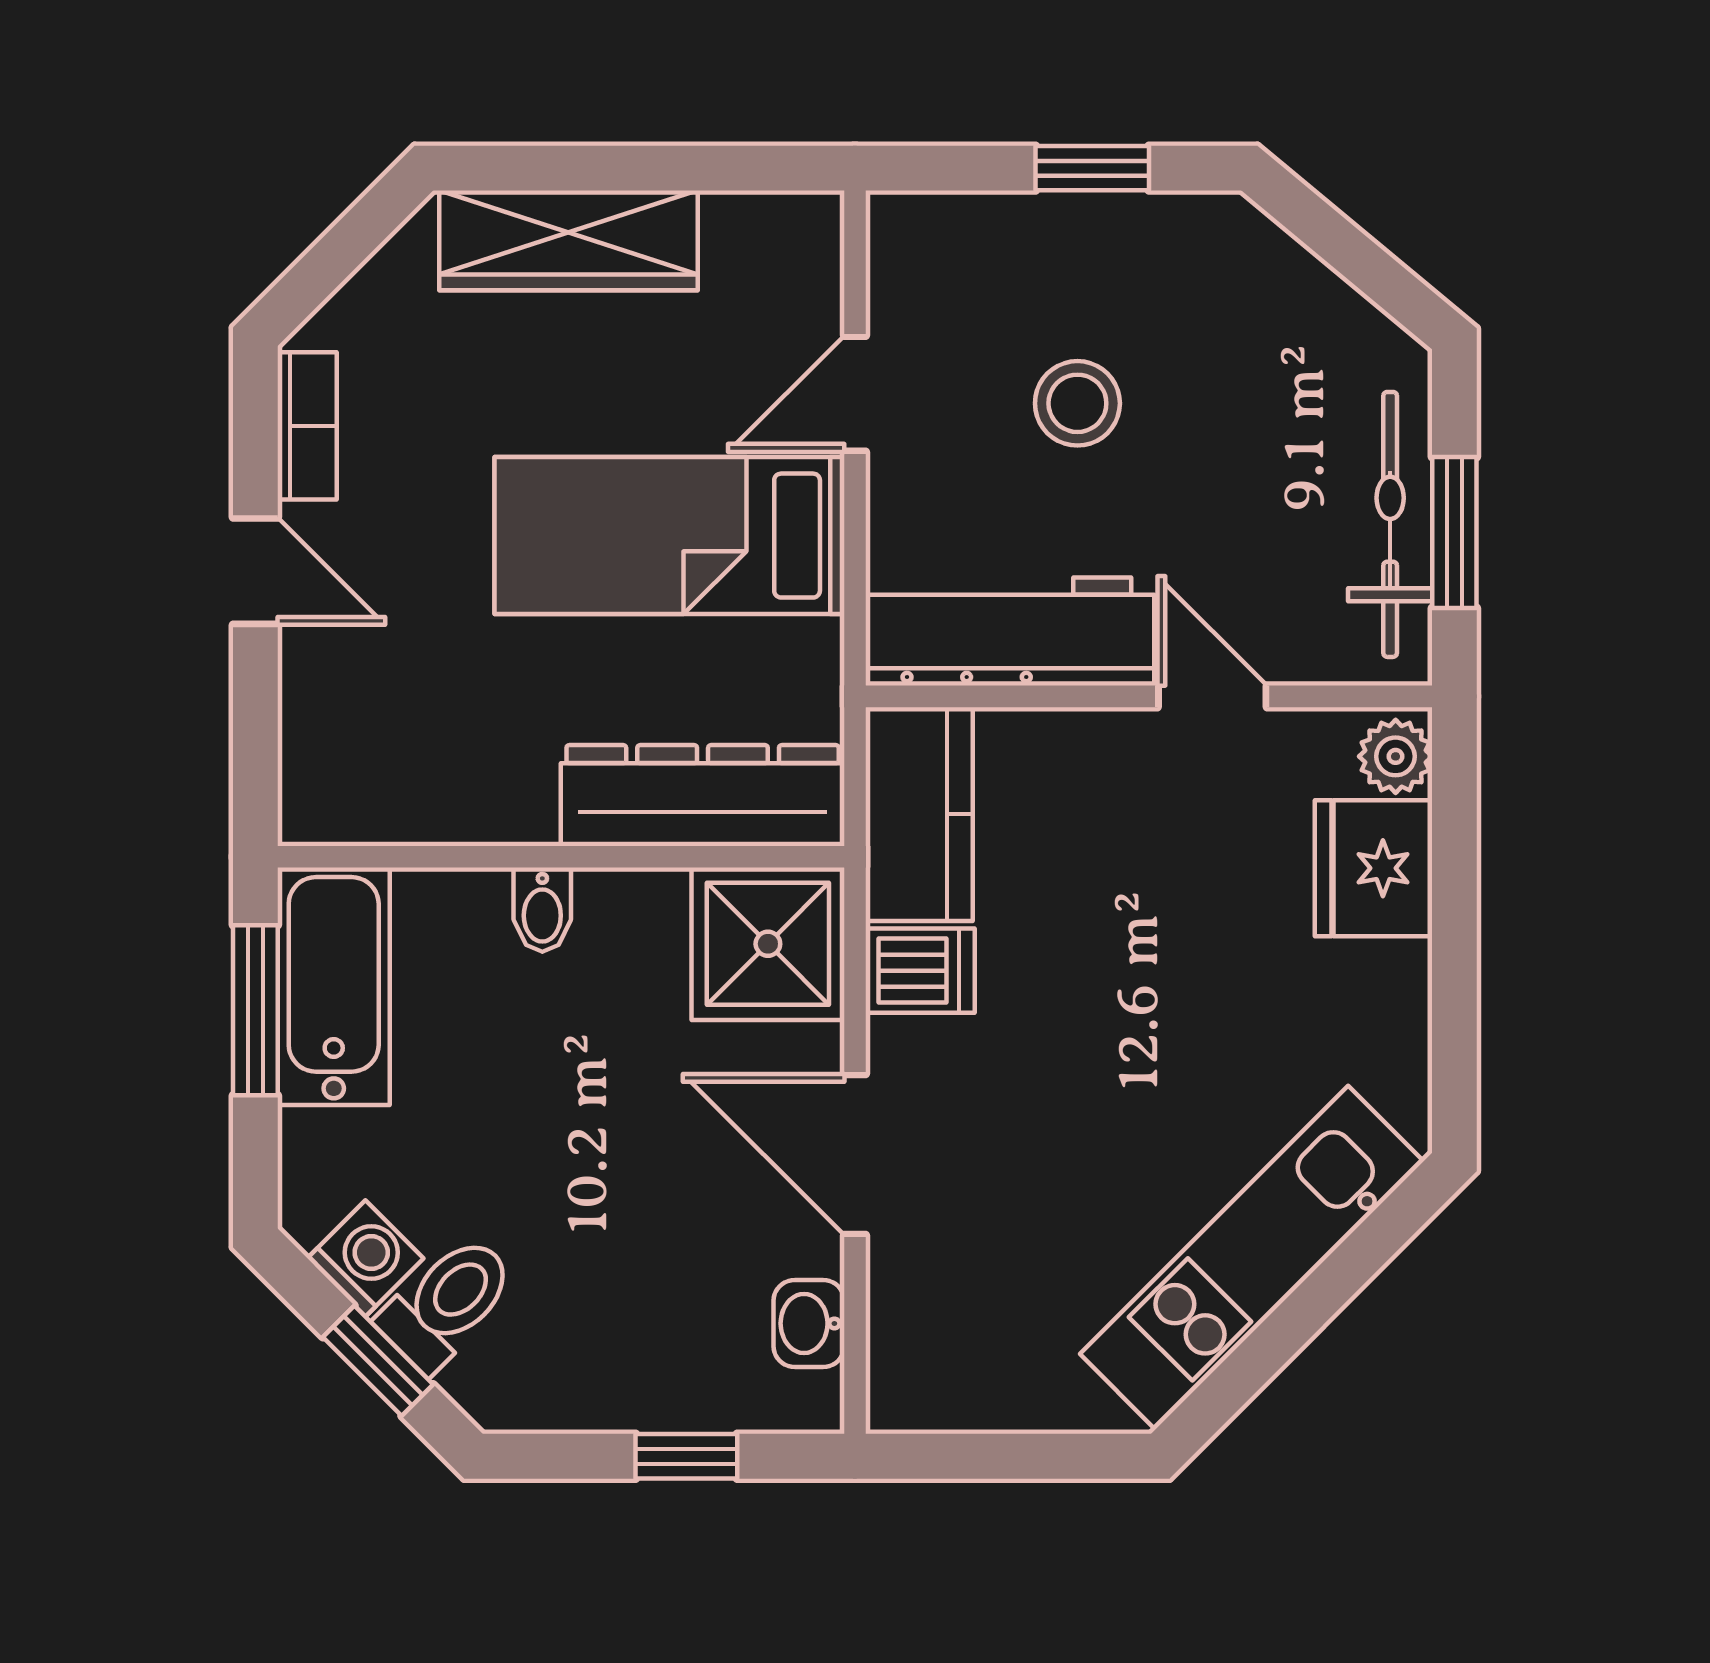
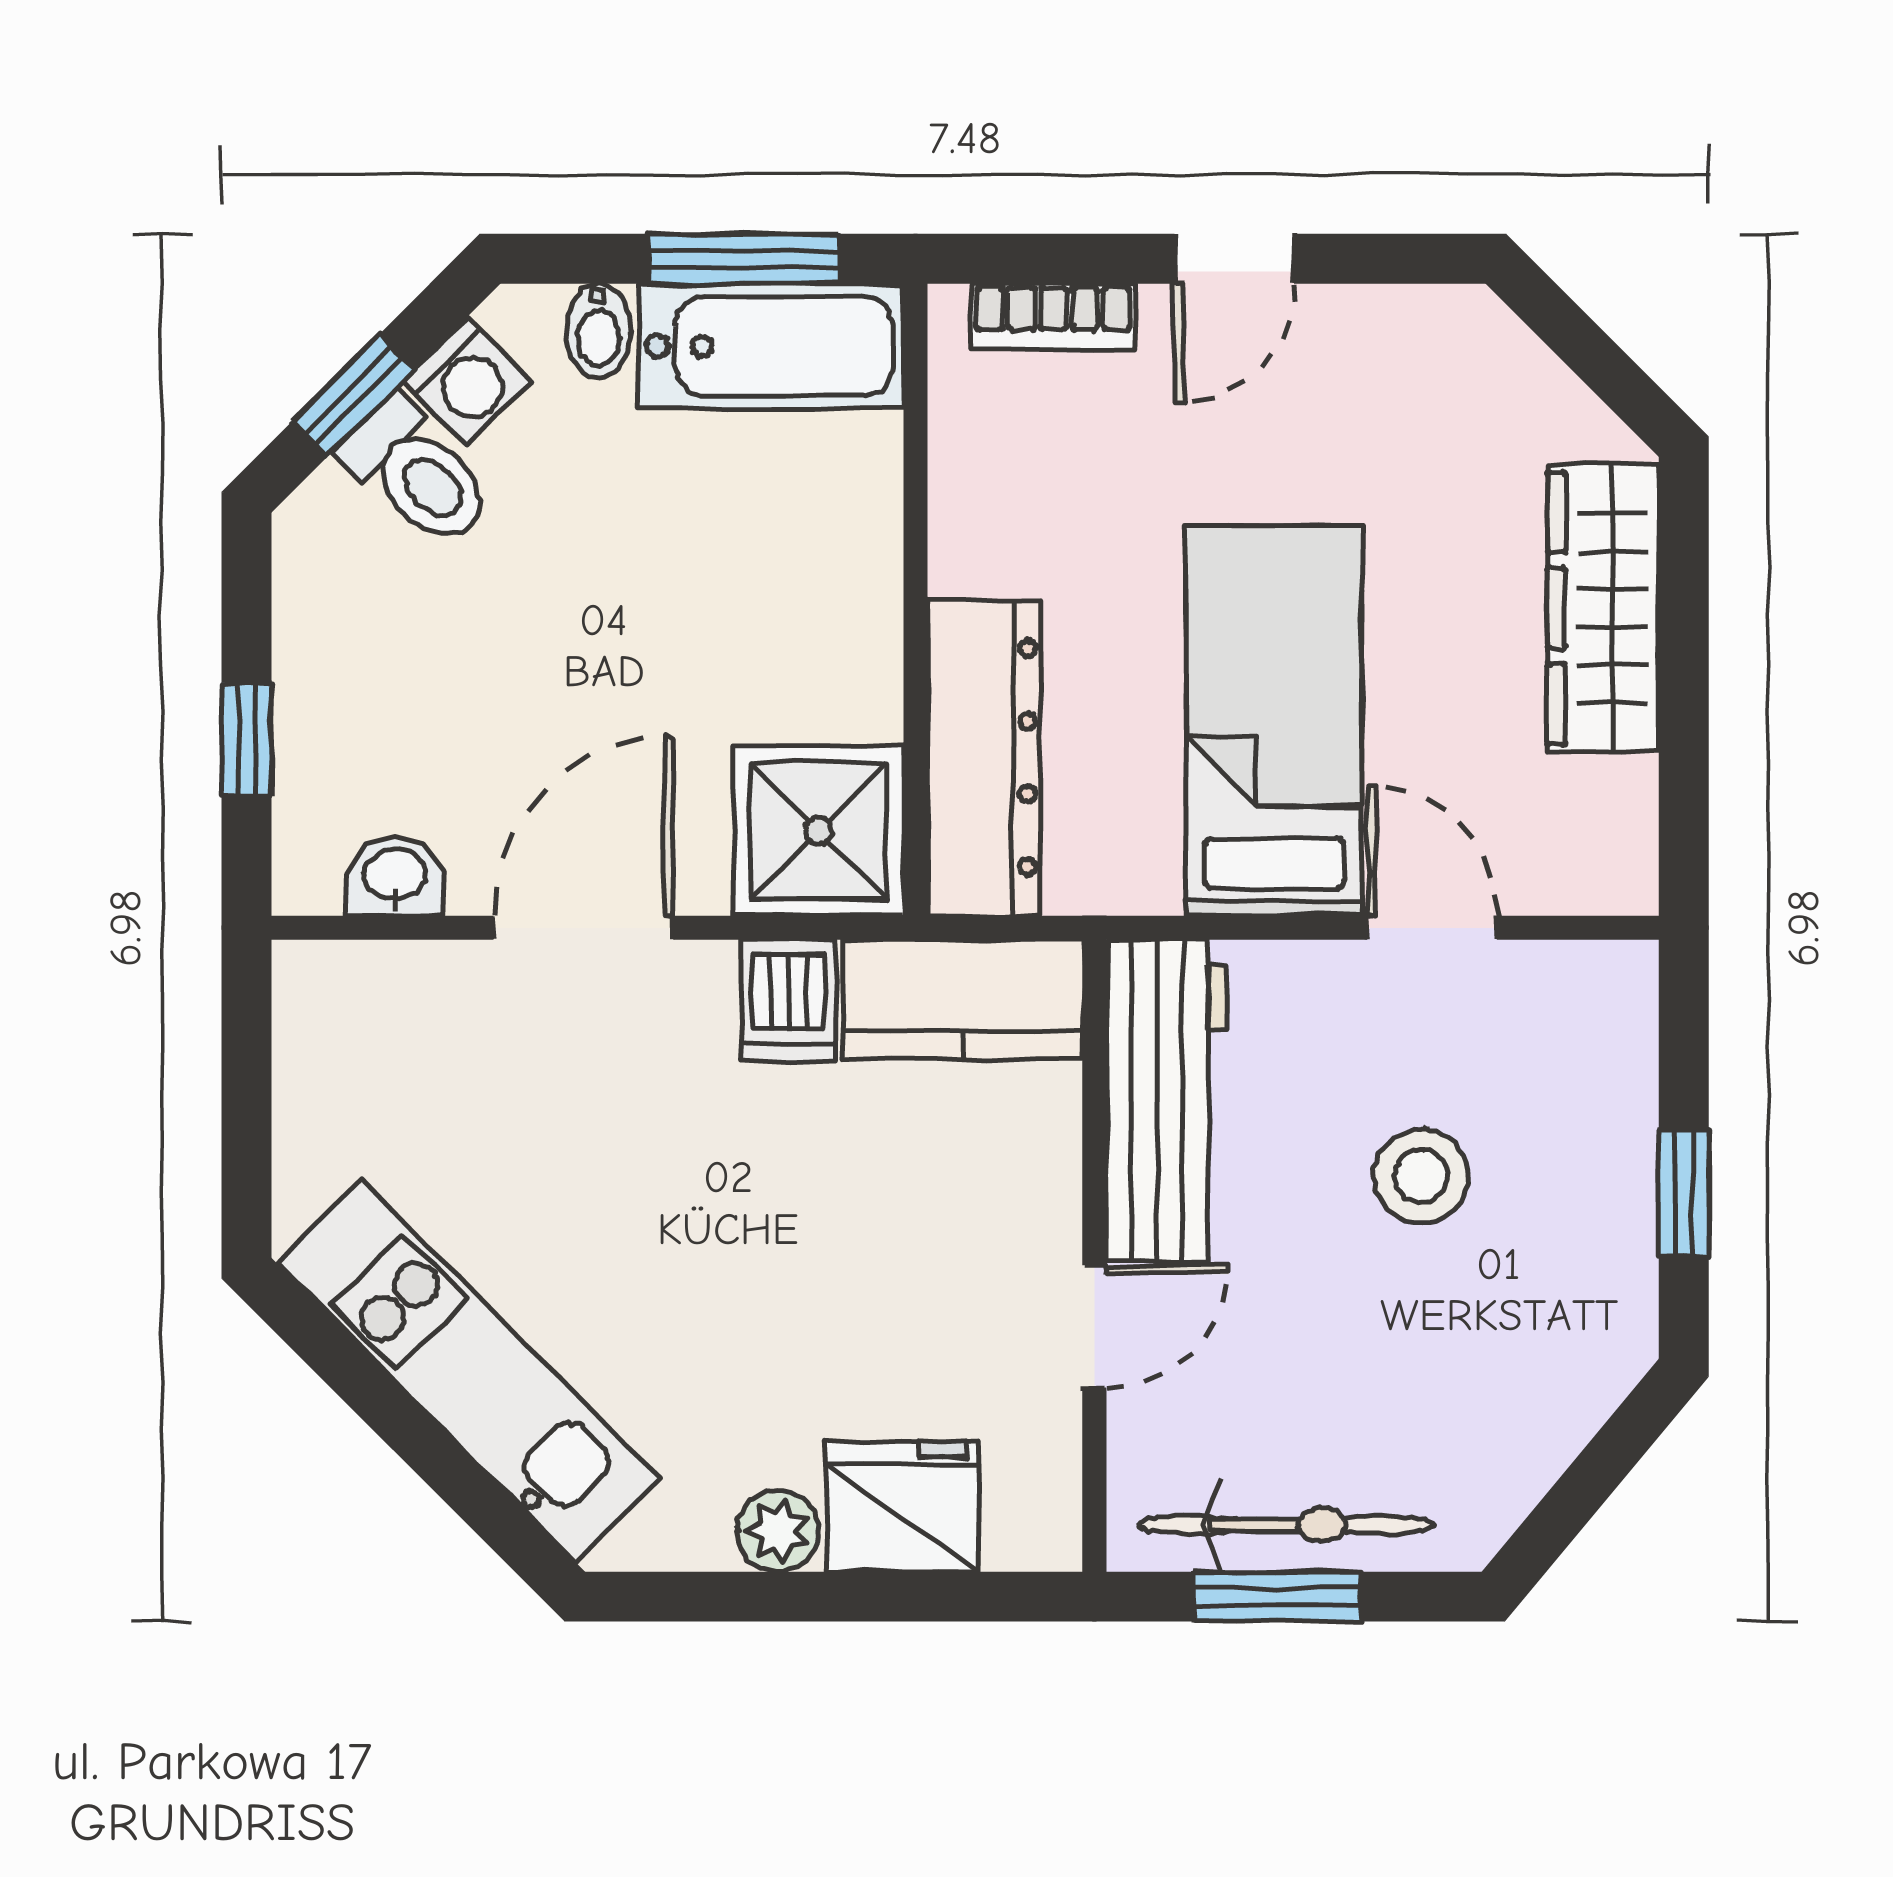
bookcase: (307, 426) -> (1053, 317), moved
plant: (1396, 756) -> (778, 1531), moved
bidet: (542, 910) -> (599, 331), moved, turned -90

